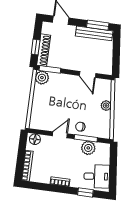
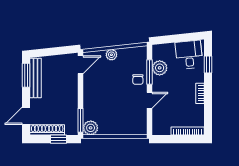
shoe rack: (44, 50) -> (47, 130), moved
door: (88, 74) -> (81, 65), moved
door: (60, 135) -> (149, 100), swing flipped
floor lamp: (35, 139) -> (158, 127), removed

